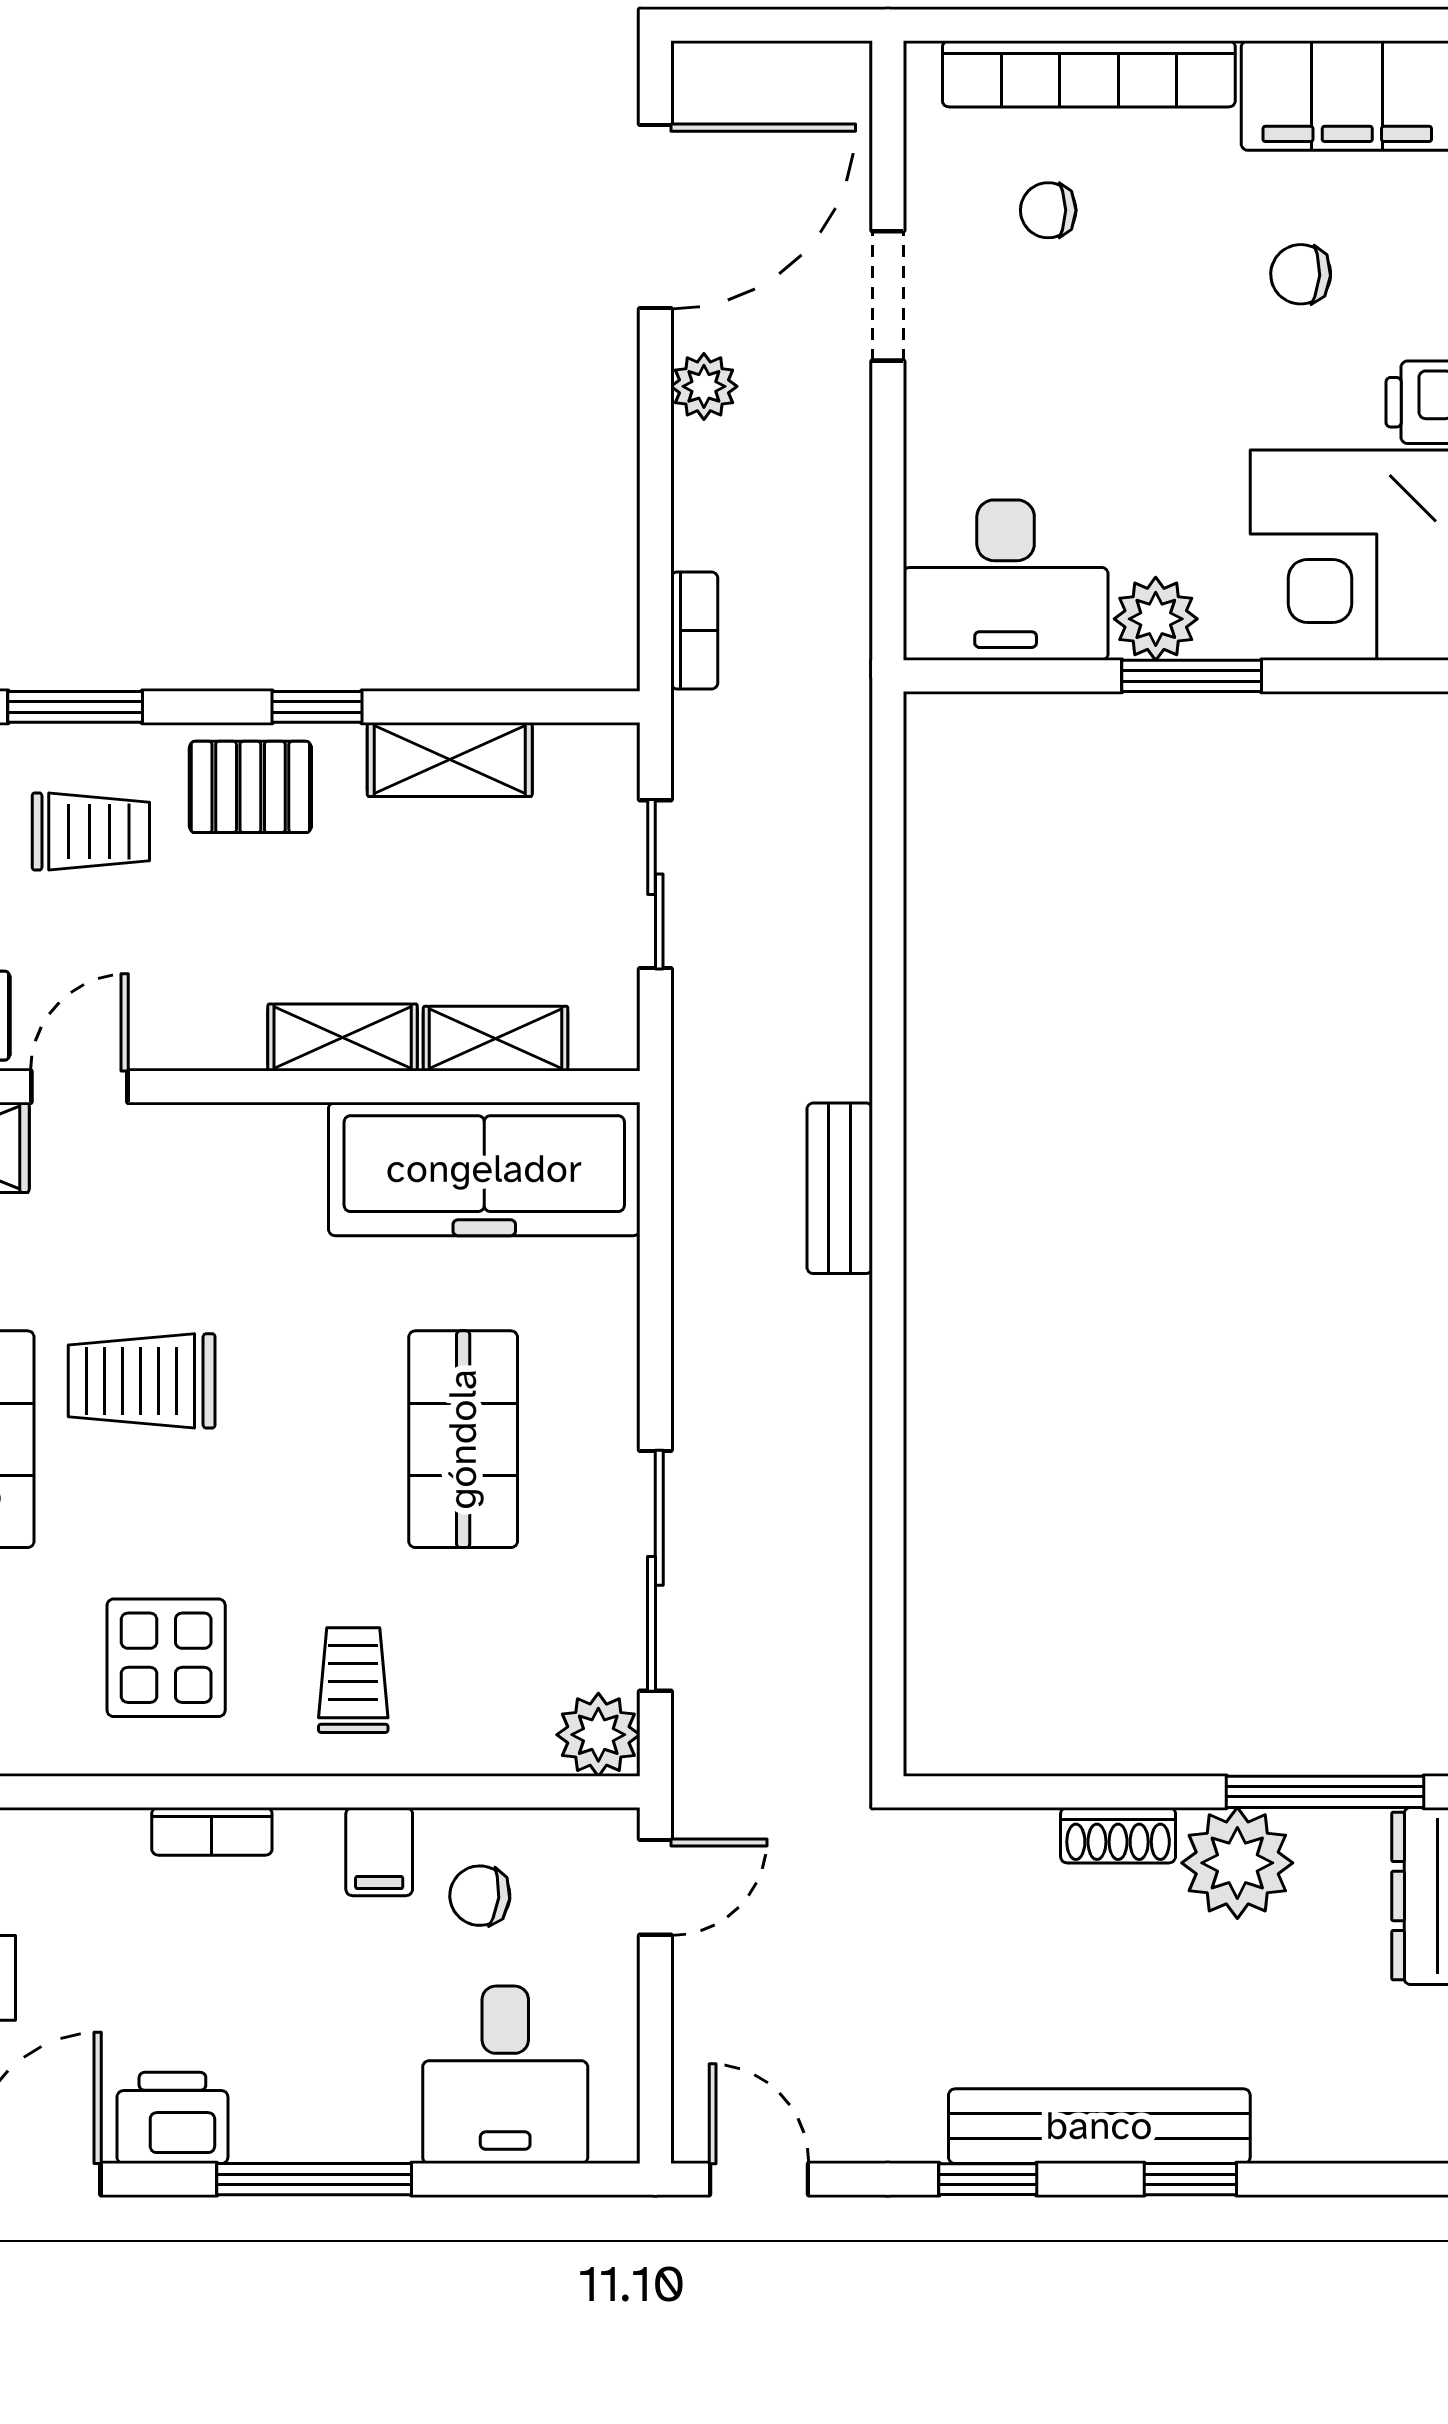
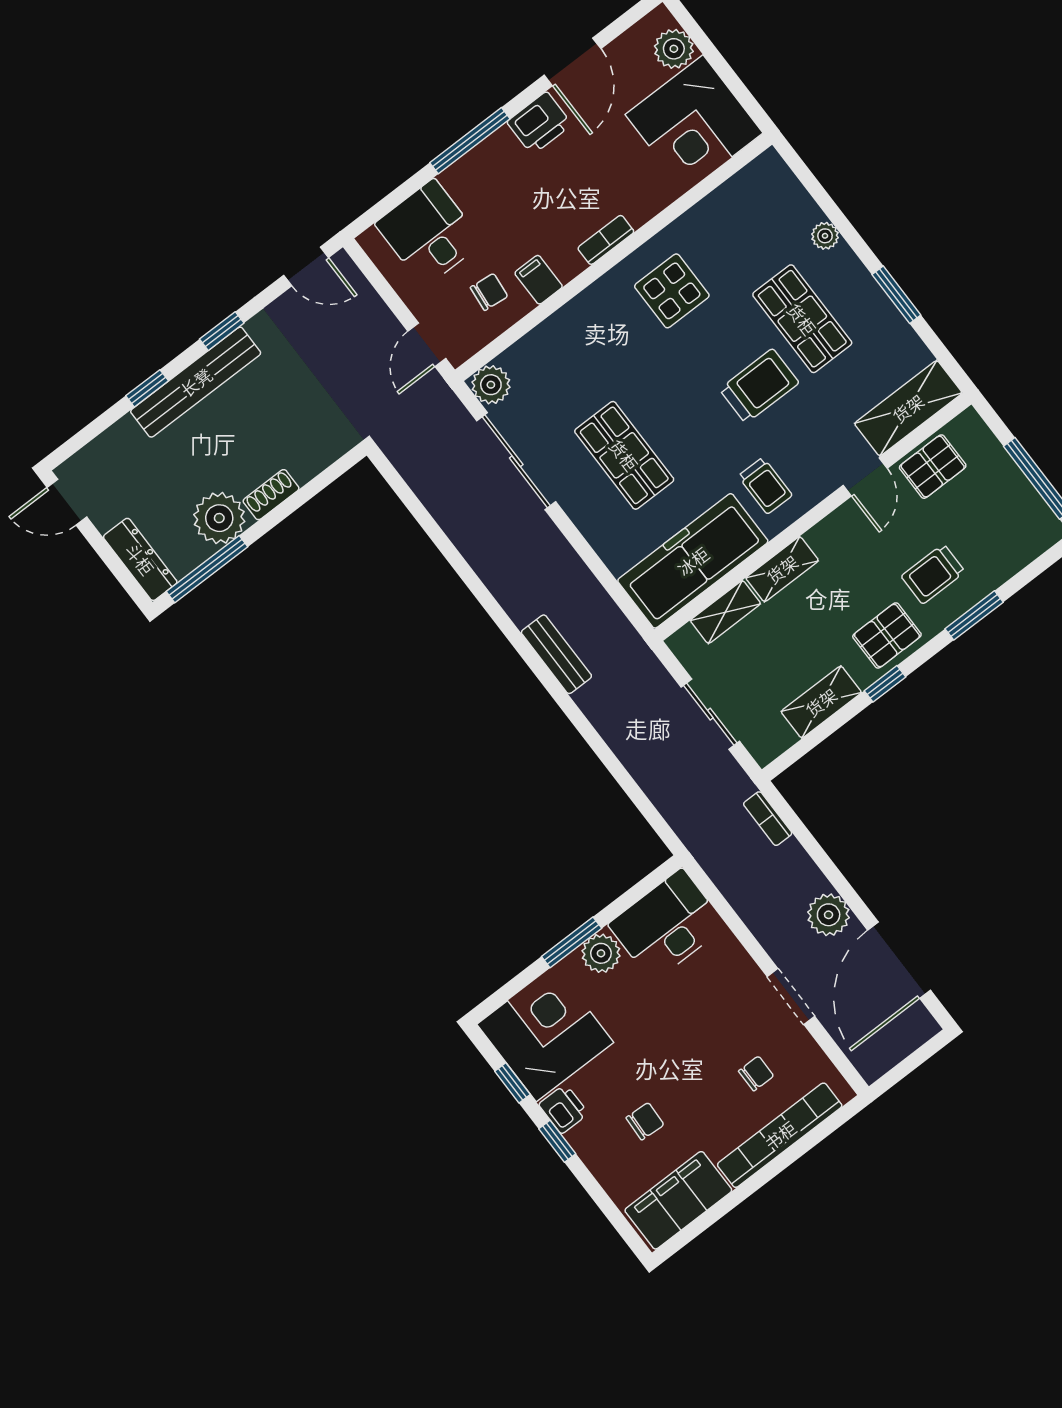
plant: (704, 386) -> (829, 915), width x1.38, depth x1.38
trolley: (353, 1680) -> (765, 486), moved

